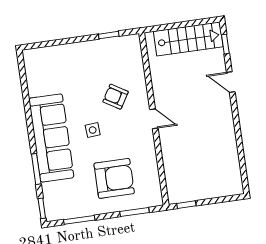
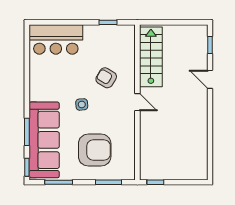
stairs: (188, 39) -> (151, 57), moved, turned -90
bar counter: (54, 62) -> (56, 39), added
sofa: (51, 138) -> (44, 140), moved

